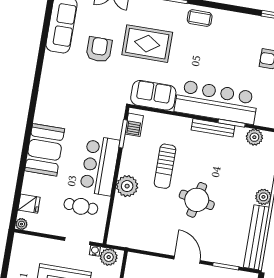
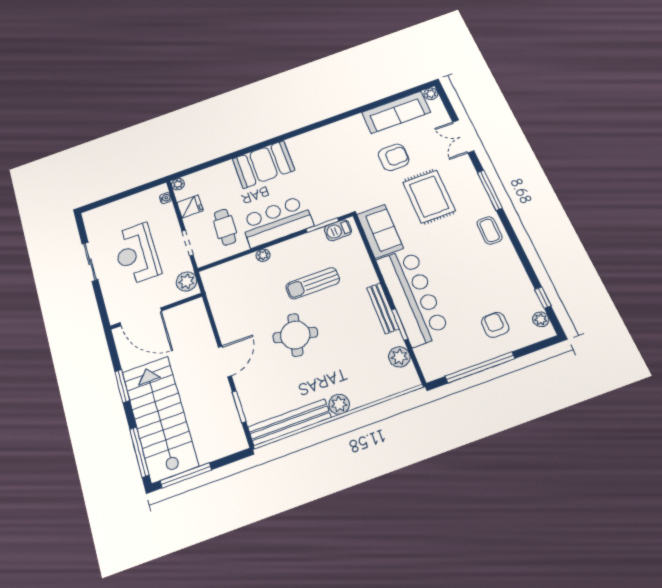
plant: (127, 186) -> (263, 255), width x0.53, depth x0.53
fridge: (29, 204) -> (190, 207), moved, turned -90
water cooler: (95, 251) -> (165, 198), moved

